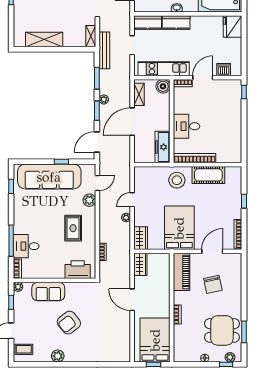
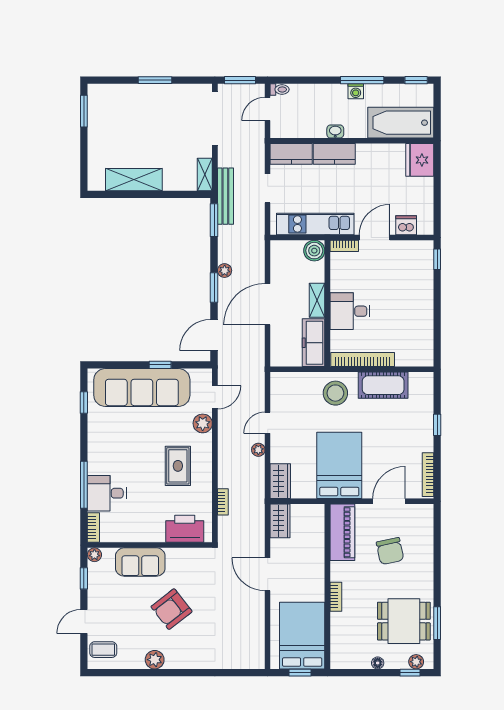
window: (97, 78) -> (214, 220), moved
shelving: (139, 94) -> (317, 300), moved

